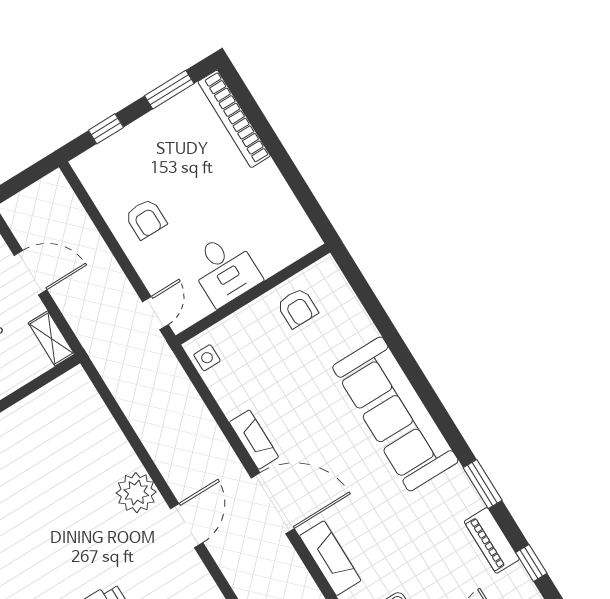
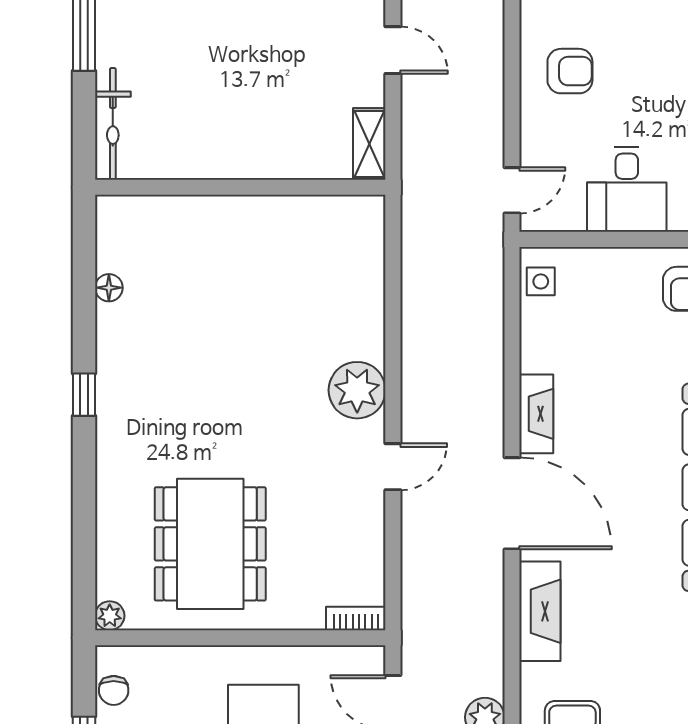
armchair: (146, 219) -> (570, 71), turned -90
door: (30, 273) -> (393, 50), width x0.73
door: (187, 526) -> (393, 467), width x0.73

